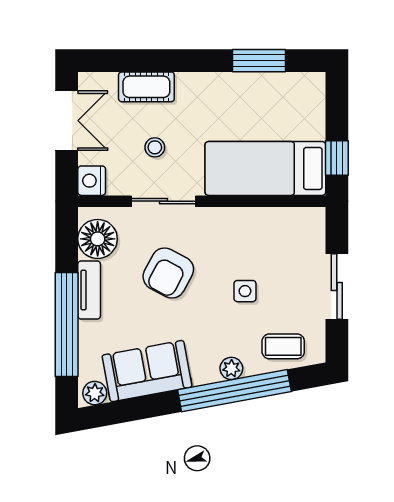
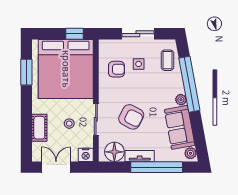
bed: (265, 168) -> (66, 69), width x2.04
armchair: (265, 243) -> (116, 69), added
side table: (245, 291) -> (139, 64), moved
plant: (231, 368) -> (181, 100), moved

